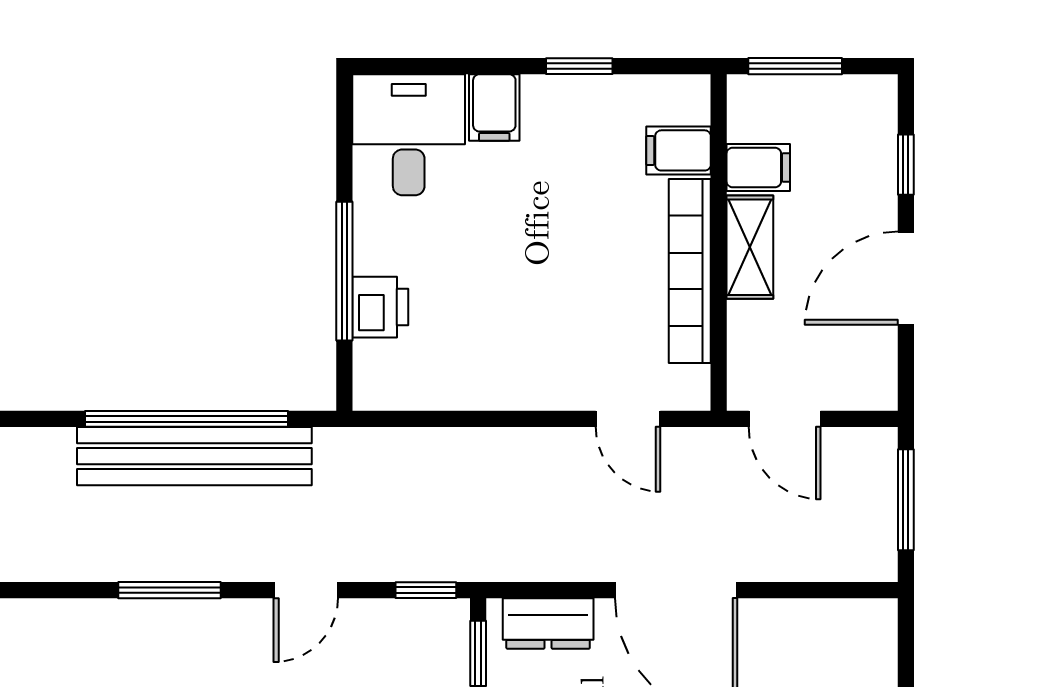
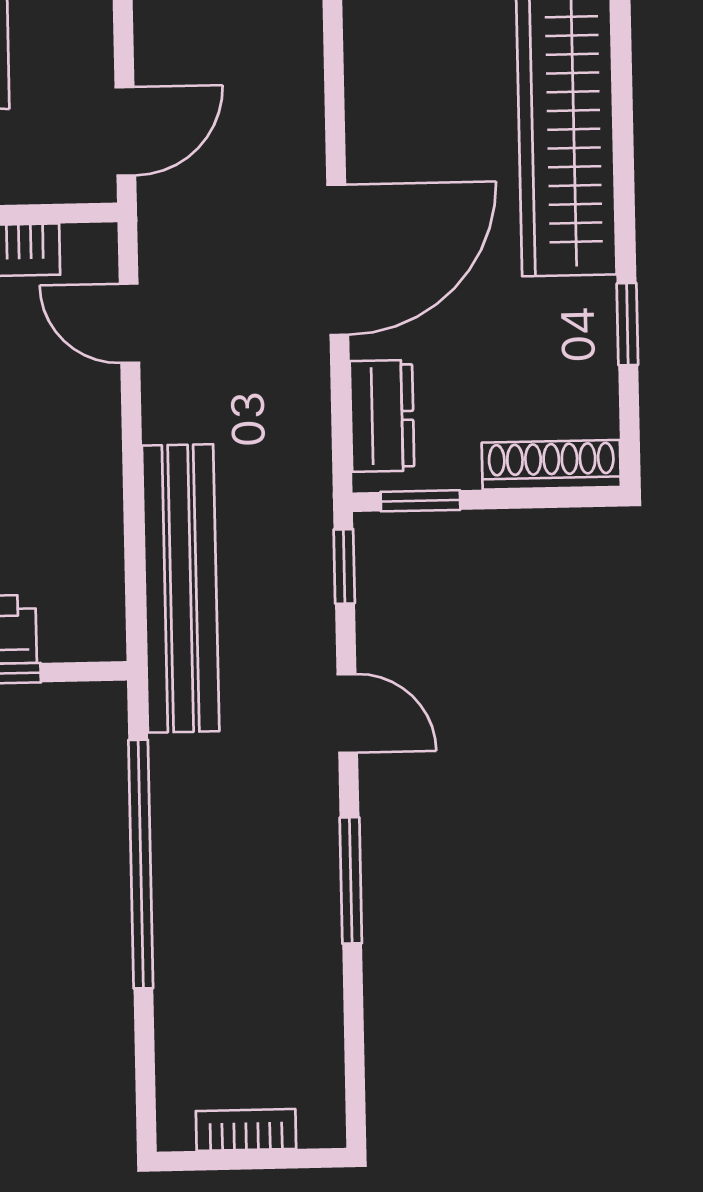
door: (628, 419) -> (129, 323), swing flipped
bench: (194, 456) -> (181, 588), moved

